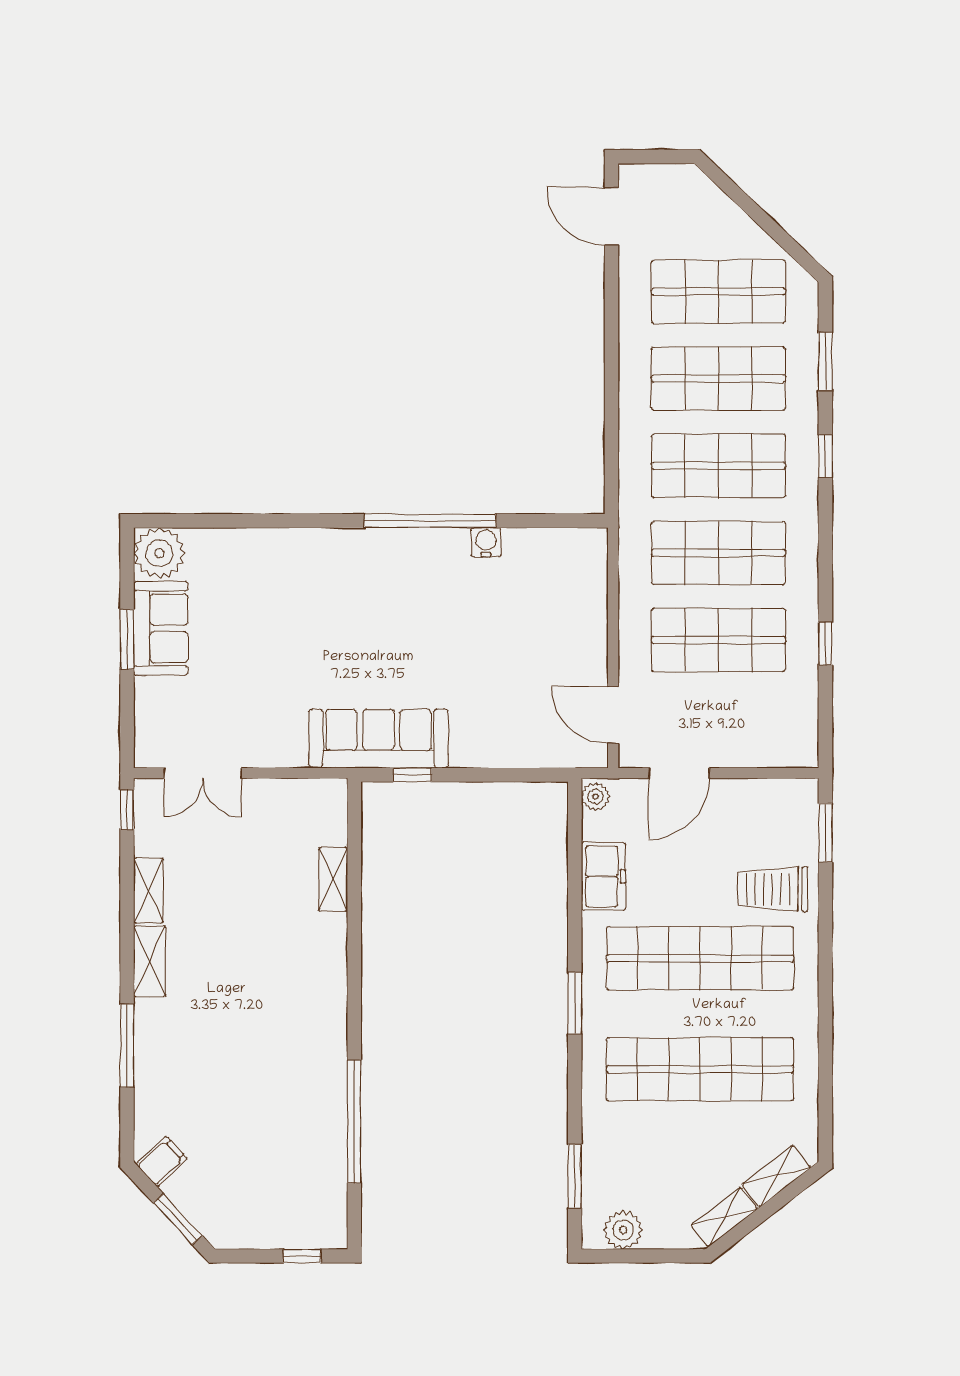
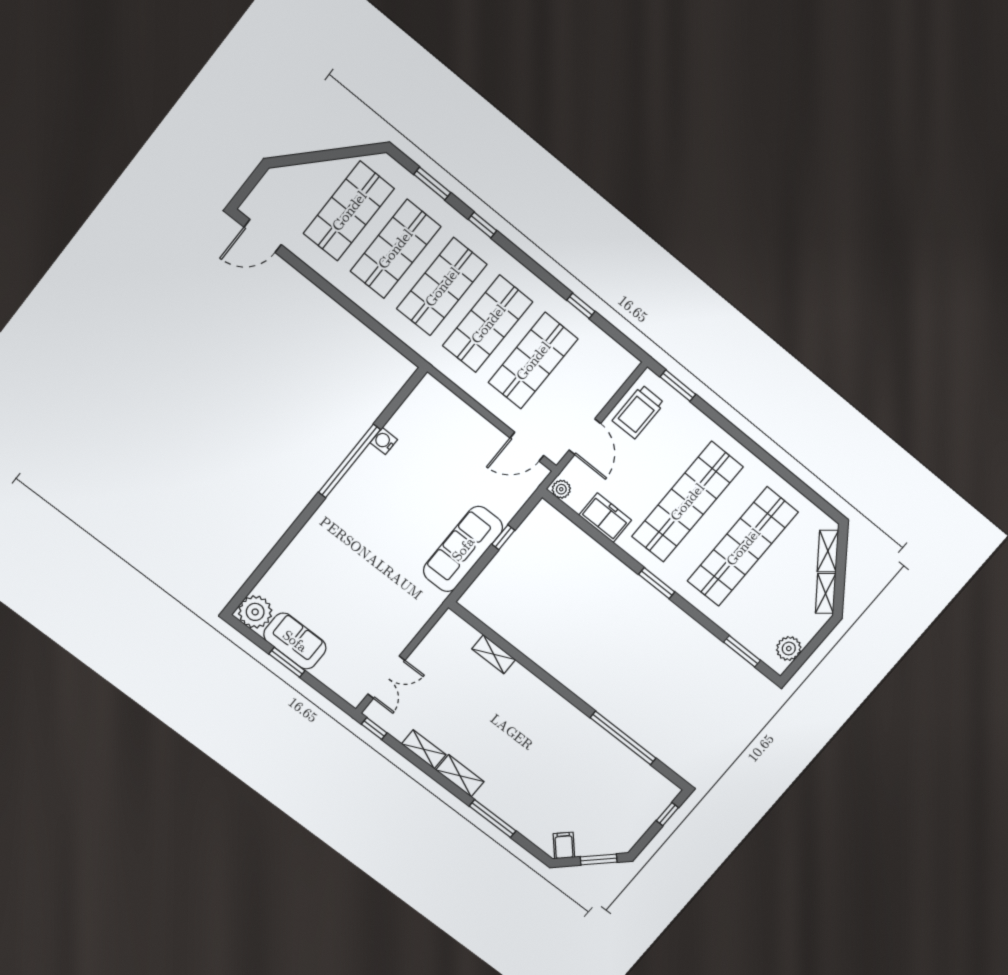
sofa: (378, 739) -> (463, 549), moved
window: (412, 775) -> (503, 537), moved
trolley: (773, 889) -> (638, 412), moved

